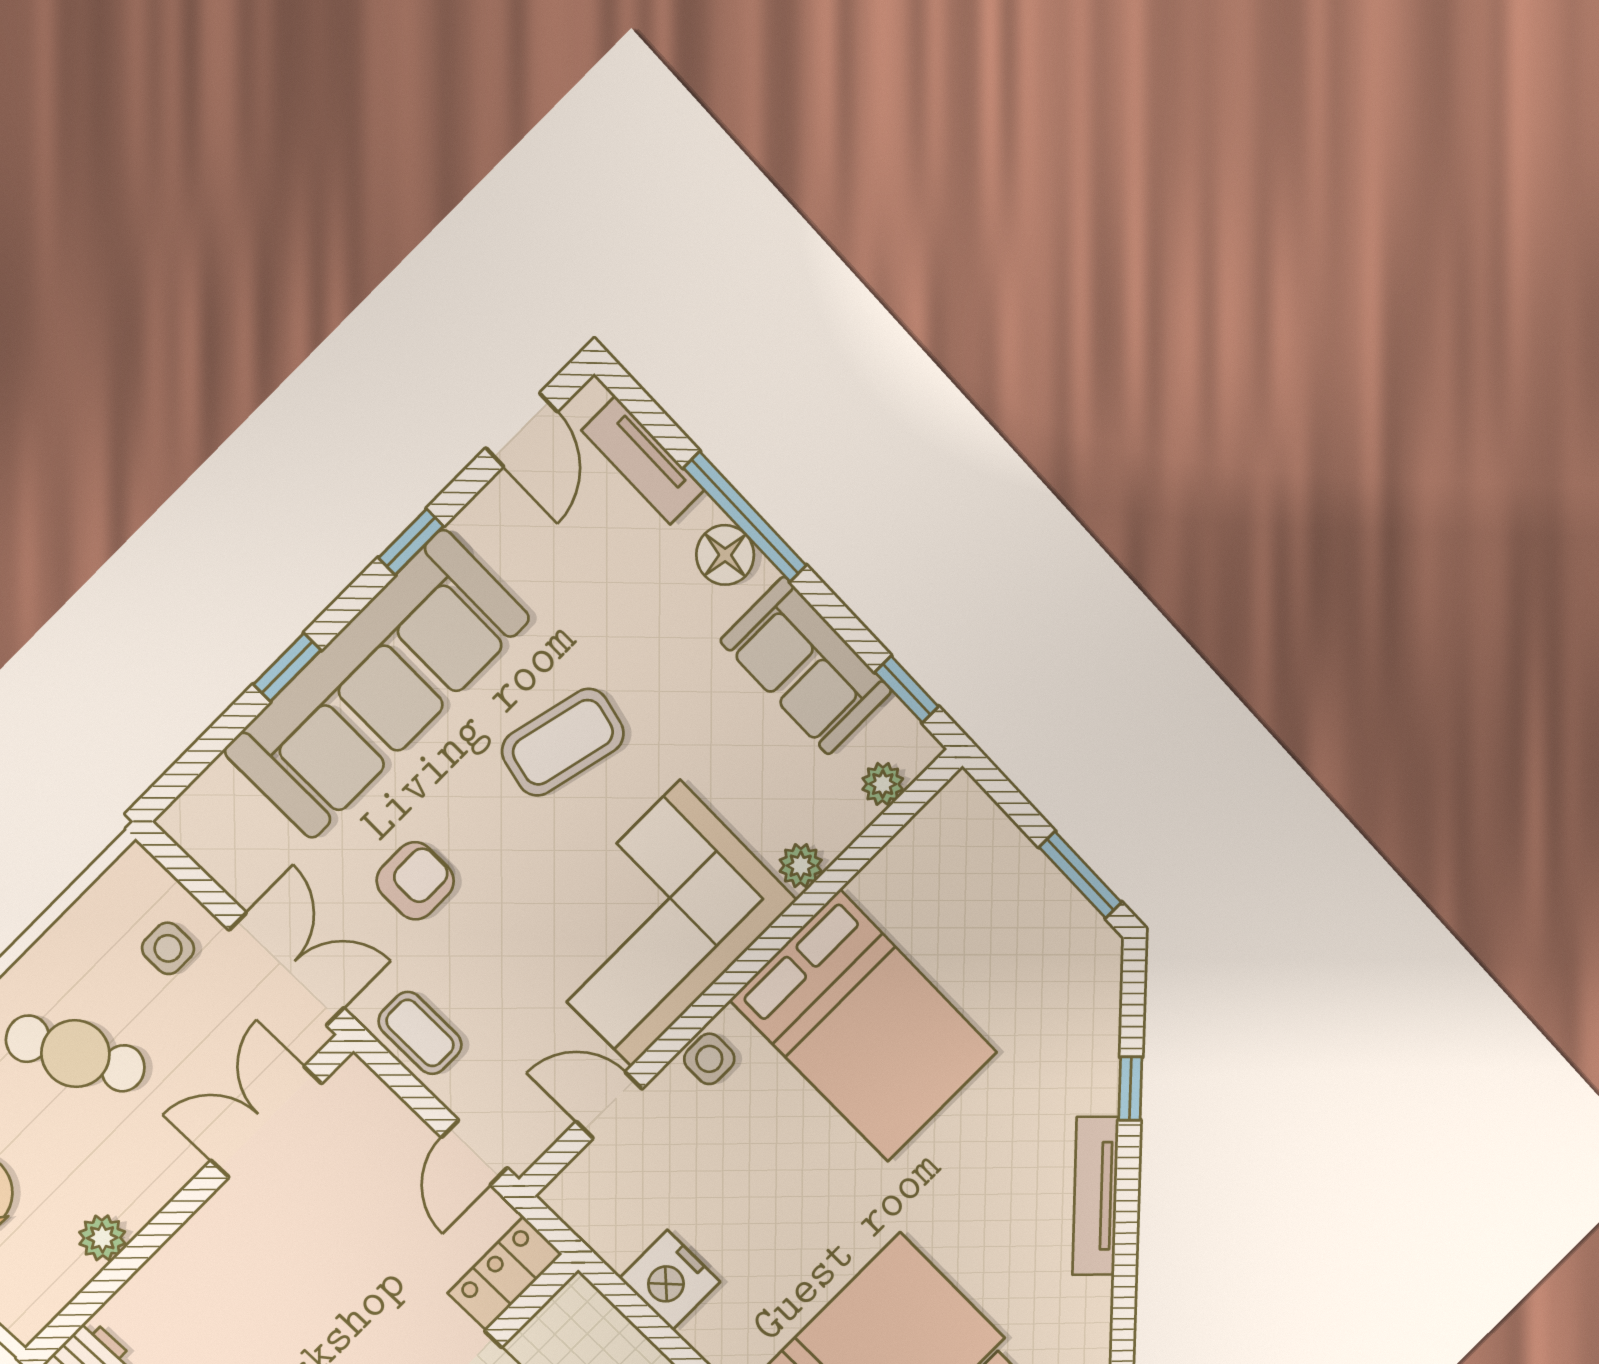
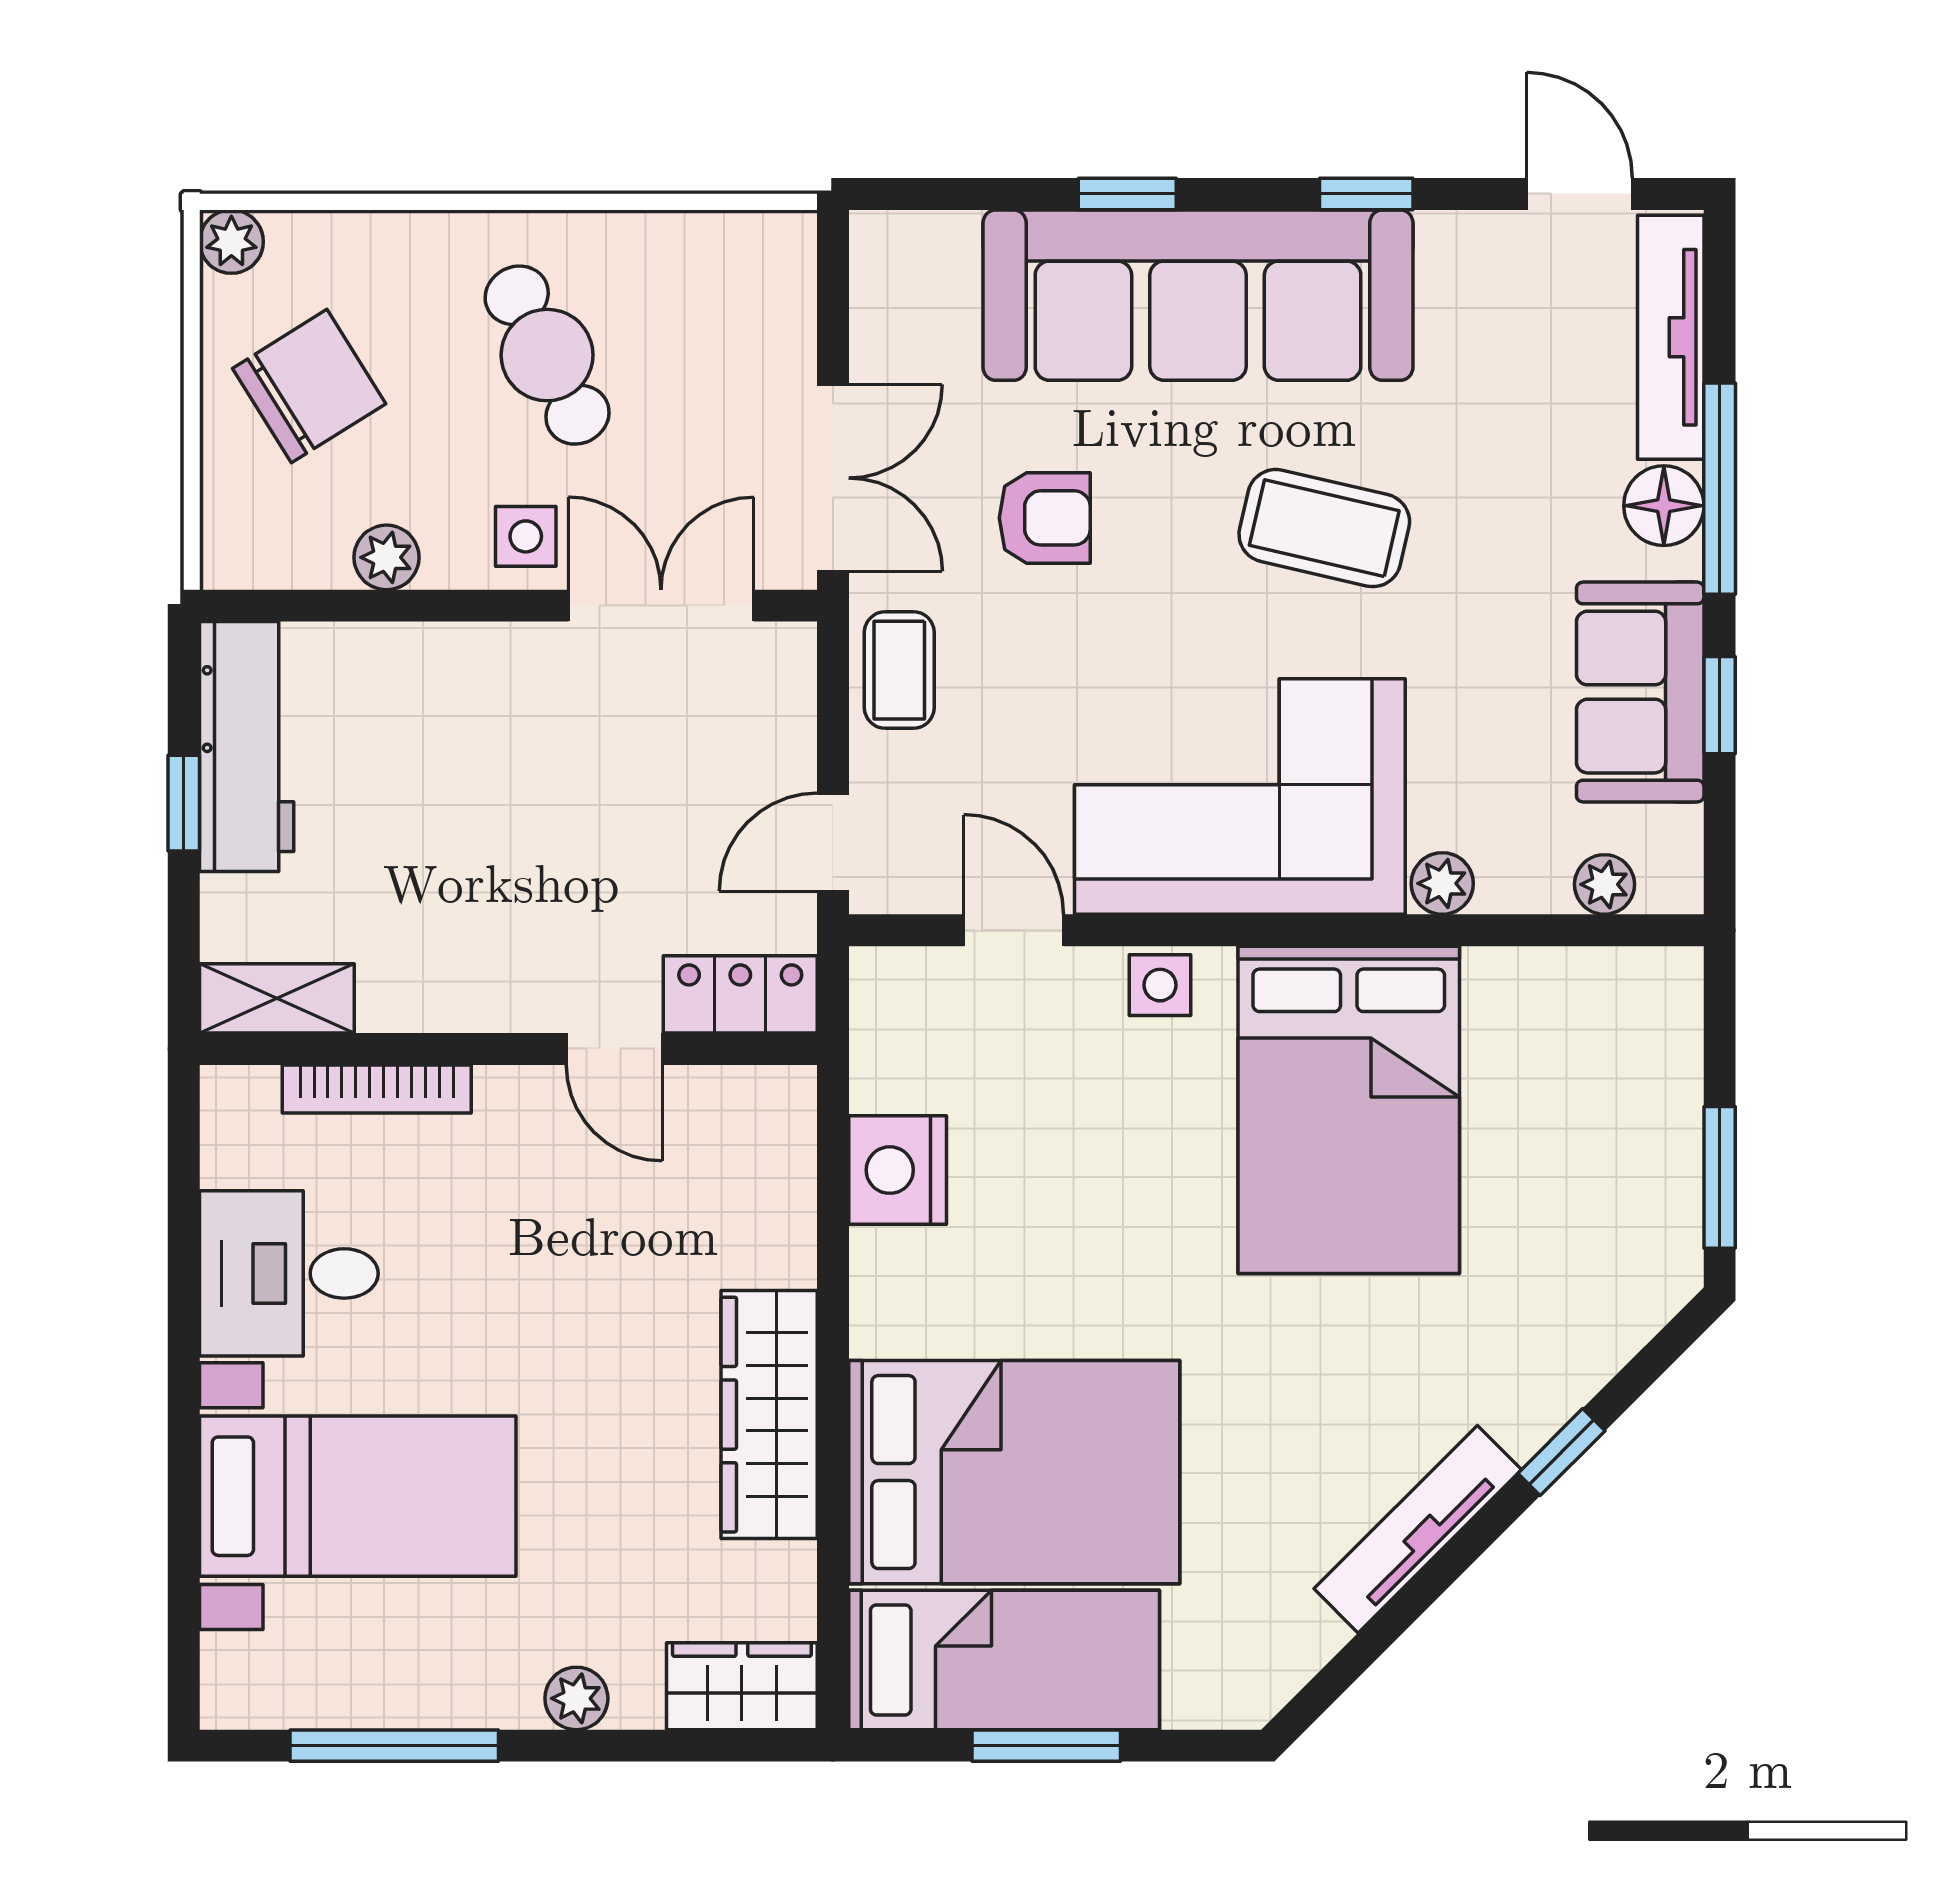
door: (522, 430) -> (1580, 194), swing flipped
tv unit: (643, 460) -> (1671, 337), width x1.41
window: (907, 689) -> (1720, 705), moved
side table: (168, 948) -> (526, 536), moved

